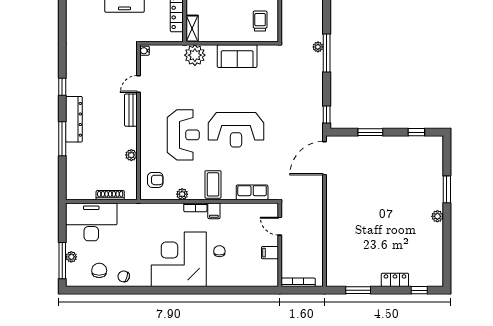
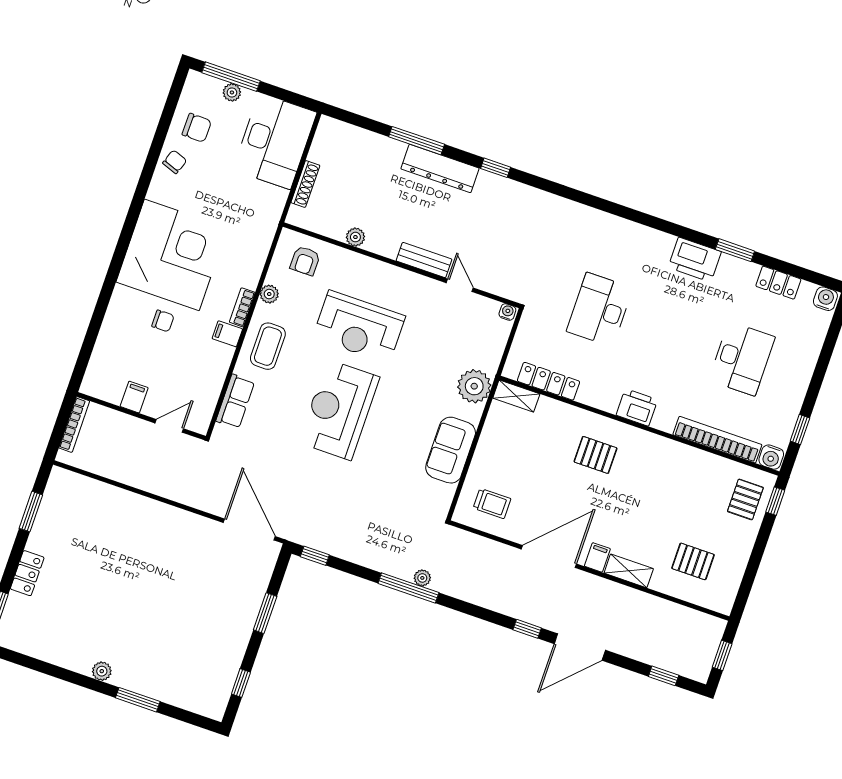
coffee table: (213, 184) -> (268, 346), turned 90

